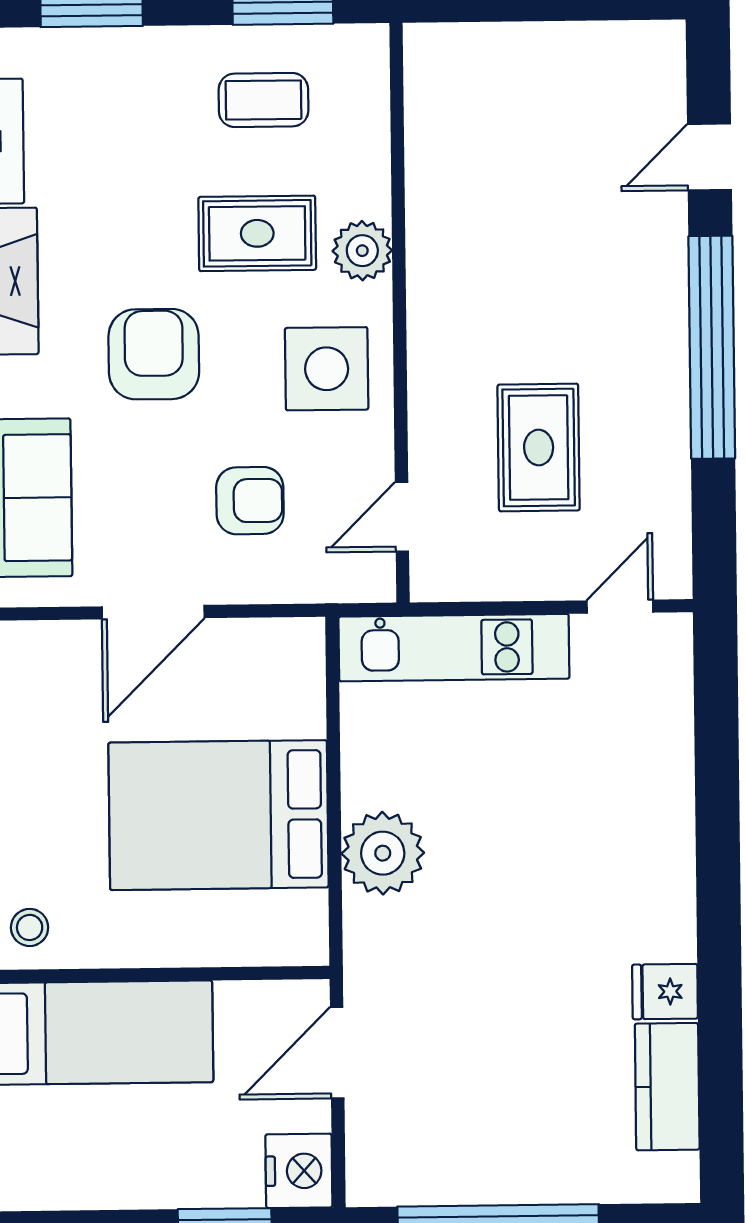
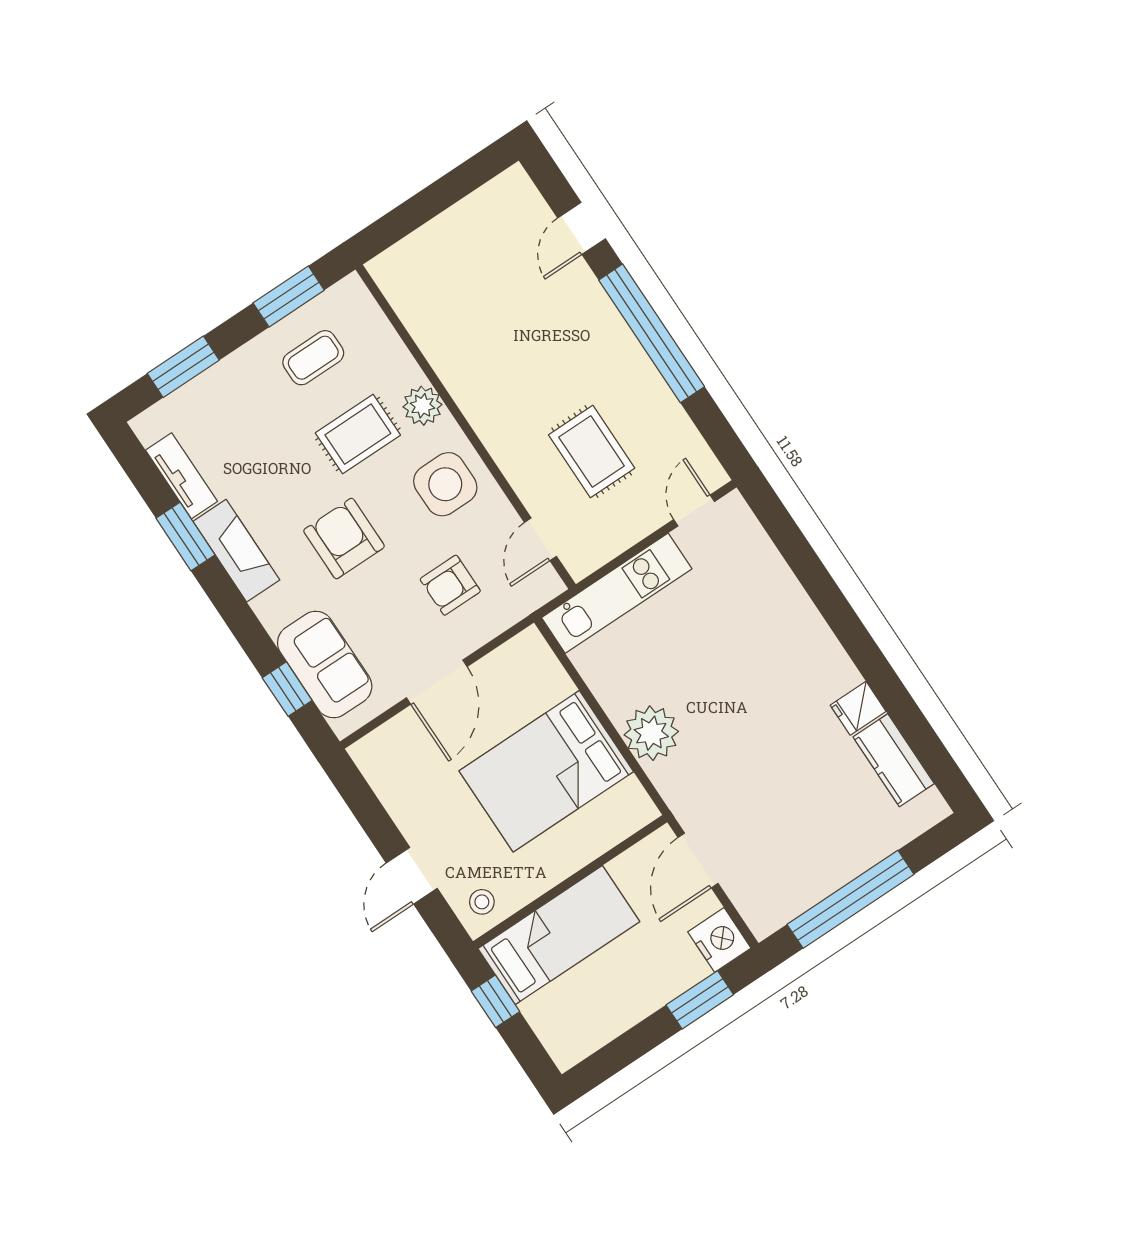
armchair: (250, 501) -> (450, 585), turned 180

